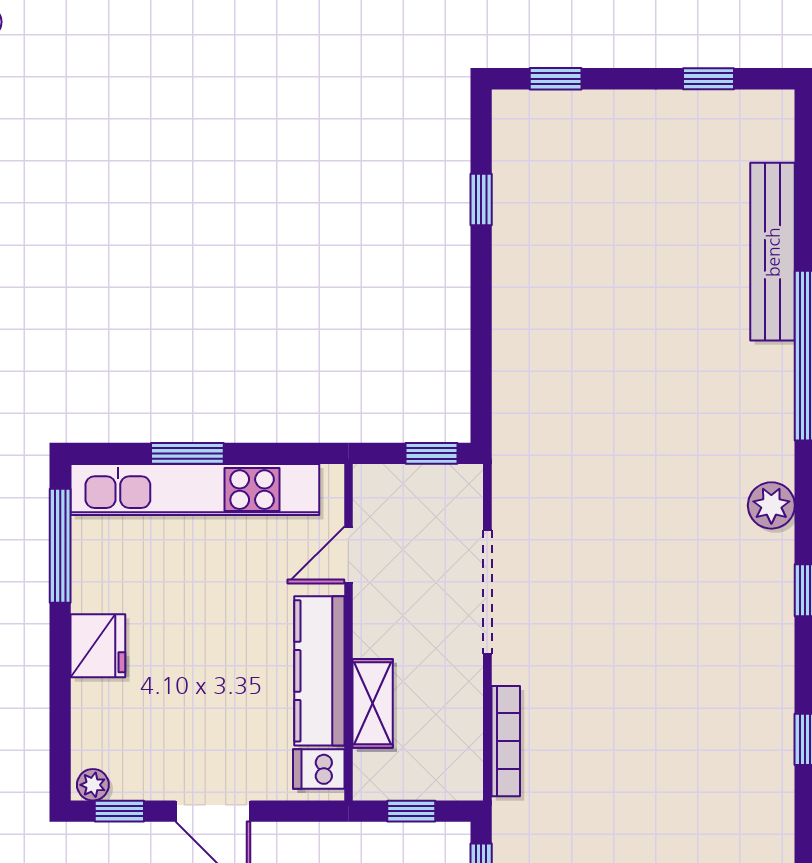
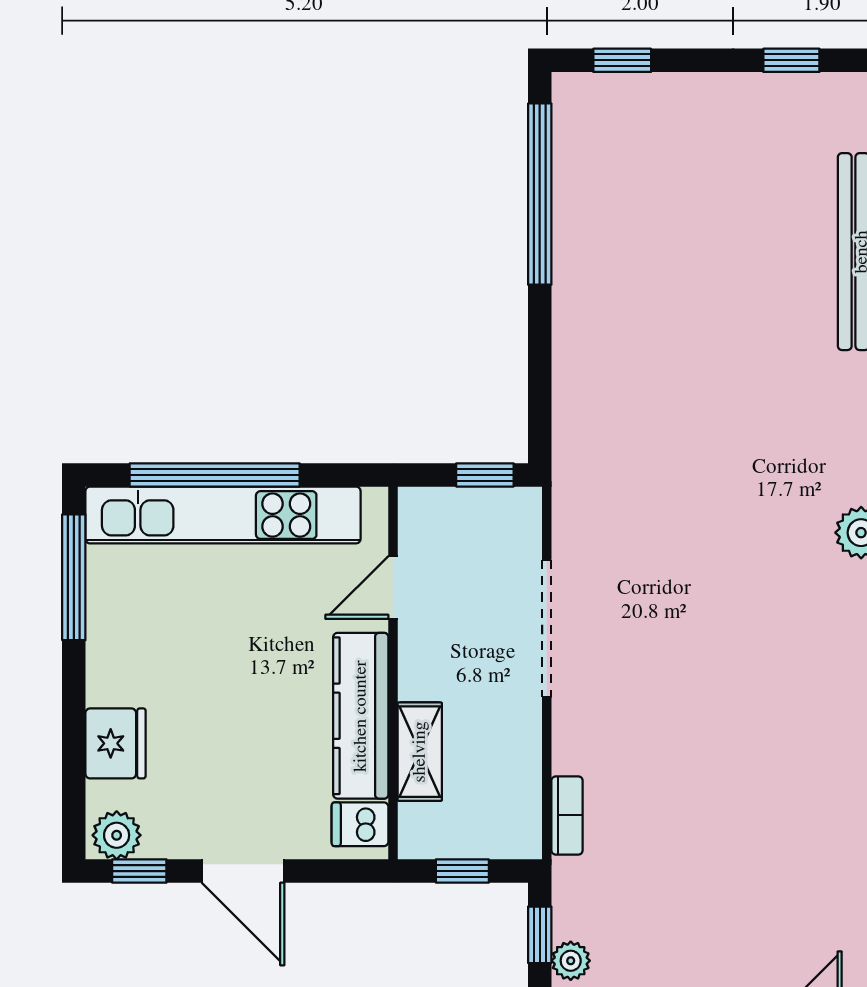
window: (481, 200) -> (540, 194), width x3.17
window: (187, 453) -> (215, 475), width x2.11
fridge: (98, 646) -> (116, 743), moved
bookcase: (506, 741) -> (567, 815), width x0.64
plant: (93, 785) -> (117, 835), width x1.38, depth x1.38

